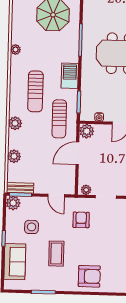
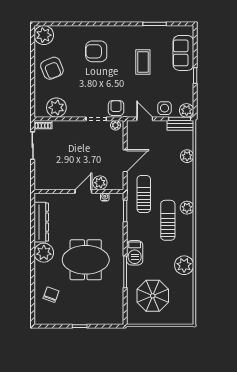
plant: (16, 50) -> (184, 265), width x1.87, depth x1.87
barbecue: (70, 76) -> (135, 253), moved
plant: (15, 123) -> (187, 208), moved
plant: (87, 131) -> (100, 183), moved
armchair: (81, 220) -> (116, 108), moved, turned 180
side table: (31, 227) -> (164, 108), moved
armchair: (89, 276) -> (96, 51), moved

